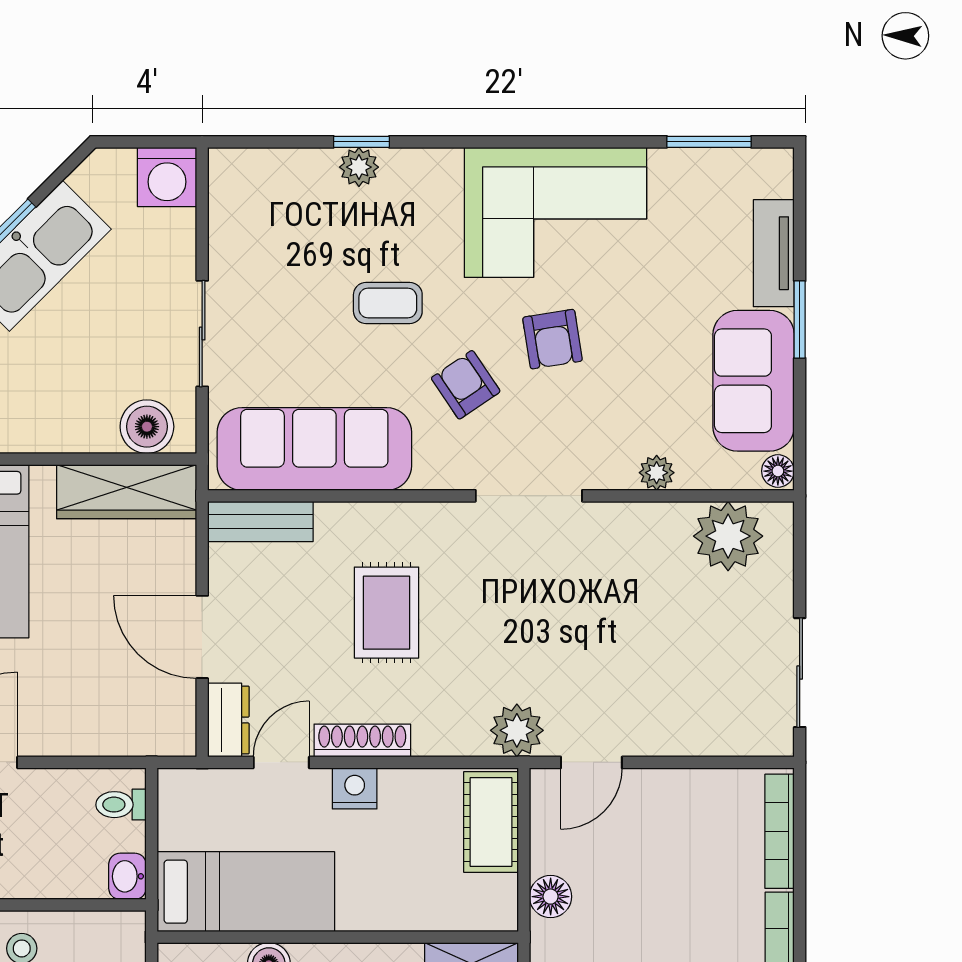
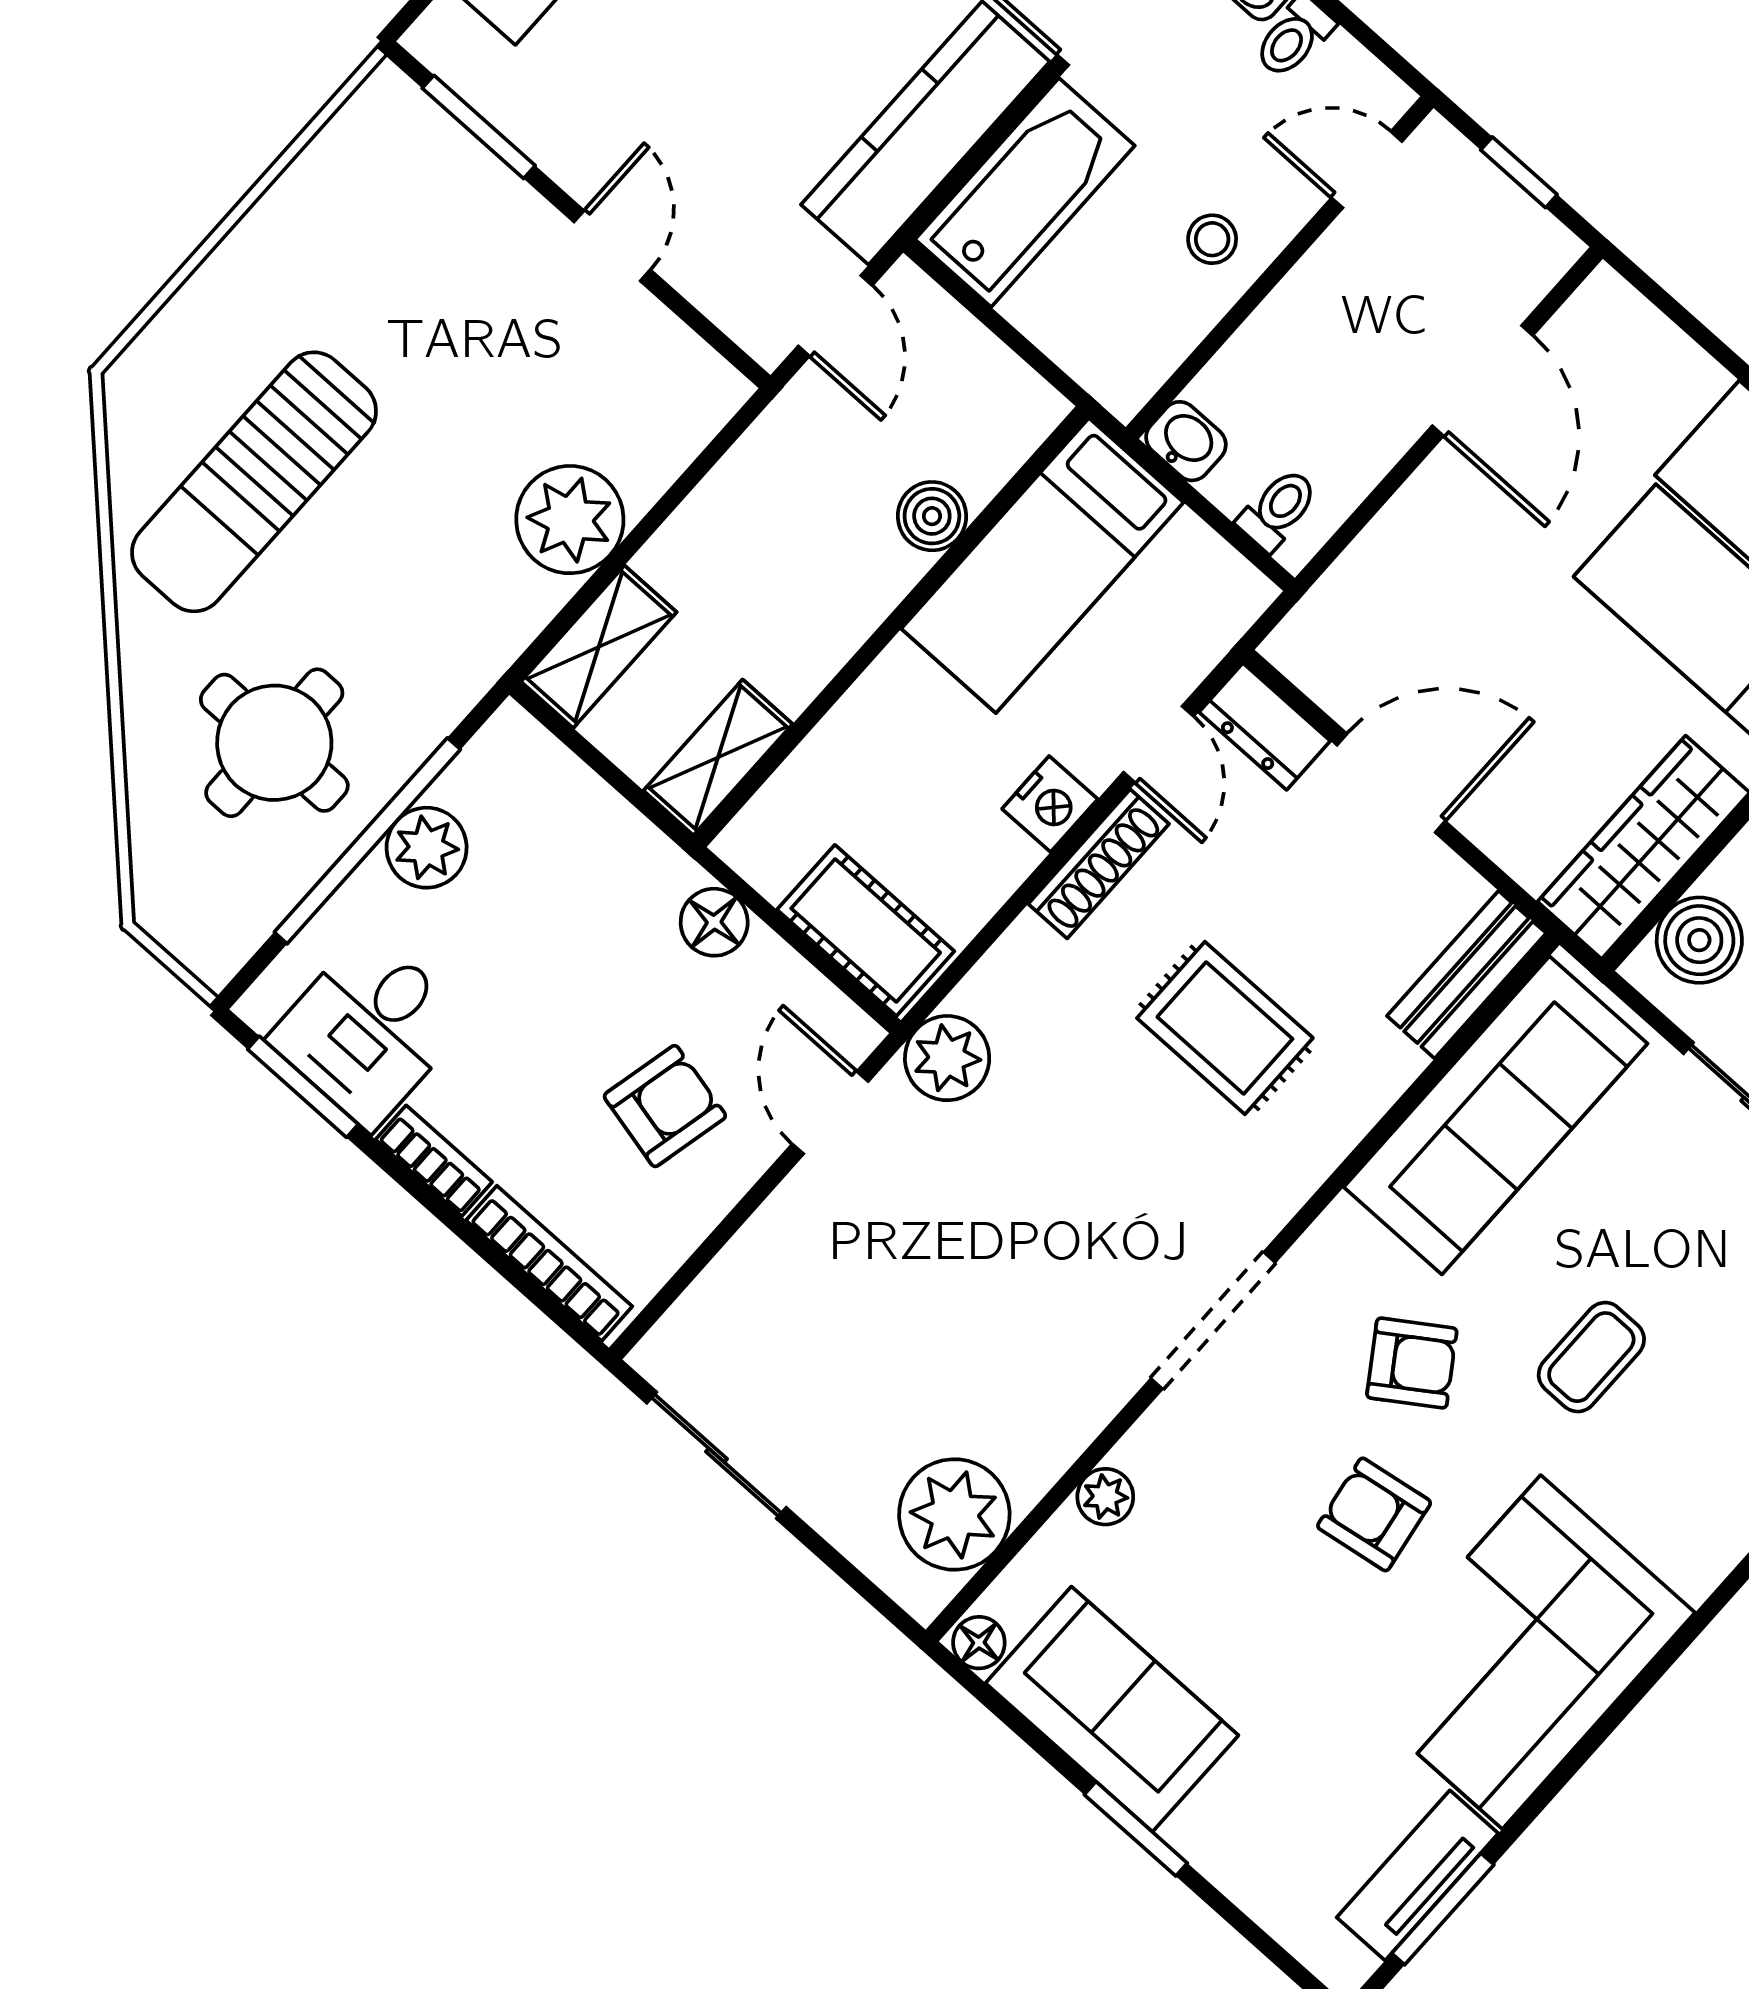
tv unit: (774, 253) -> (1417, 1875), moved, turned -90
armchair: (657, 843) -> (665, 1106), added

